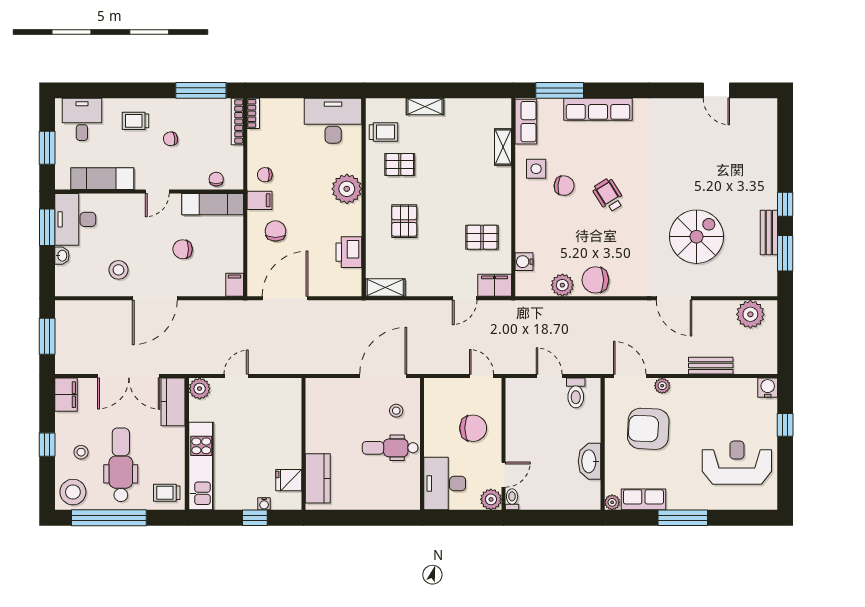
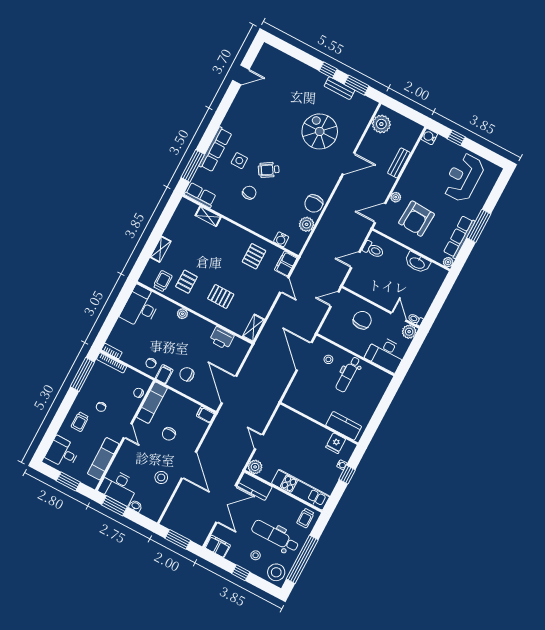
side table: (536, 169) -> (239, 161), moved
plant: (347, 189) -> (182, 314), width x0.53, depth x0.53
row of seats: (643, 499) -> (459, 237), width x1.48

